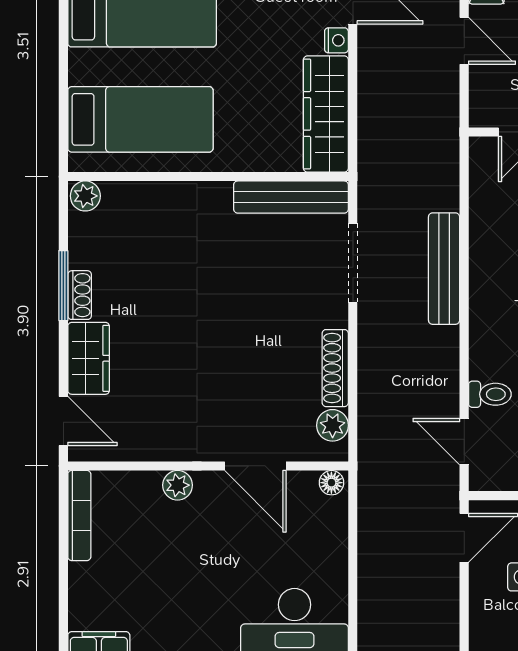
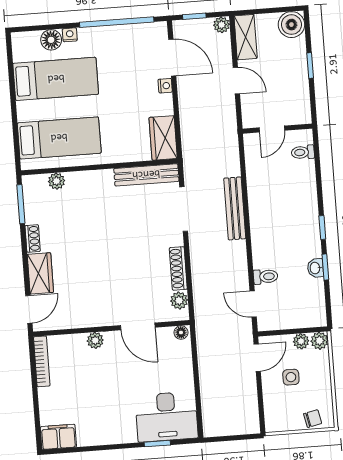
wardrobe: (326, 114) -> (163, 138), width x0.67
plant: (85, 196) -> (57, 181), moved
window: (63, 286) -> (21, 204), moved
door: (63, 421) -> (29, 309), hinge flipped

